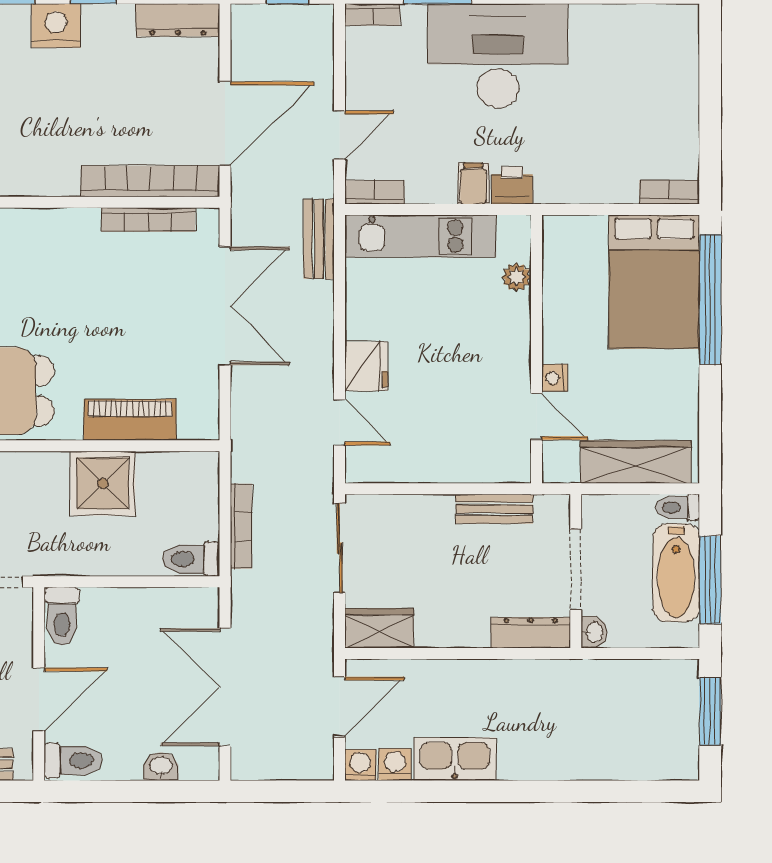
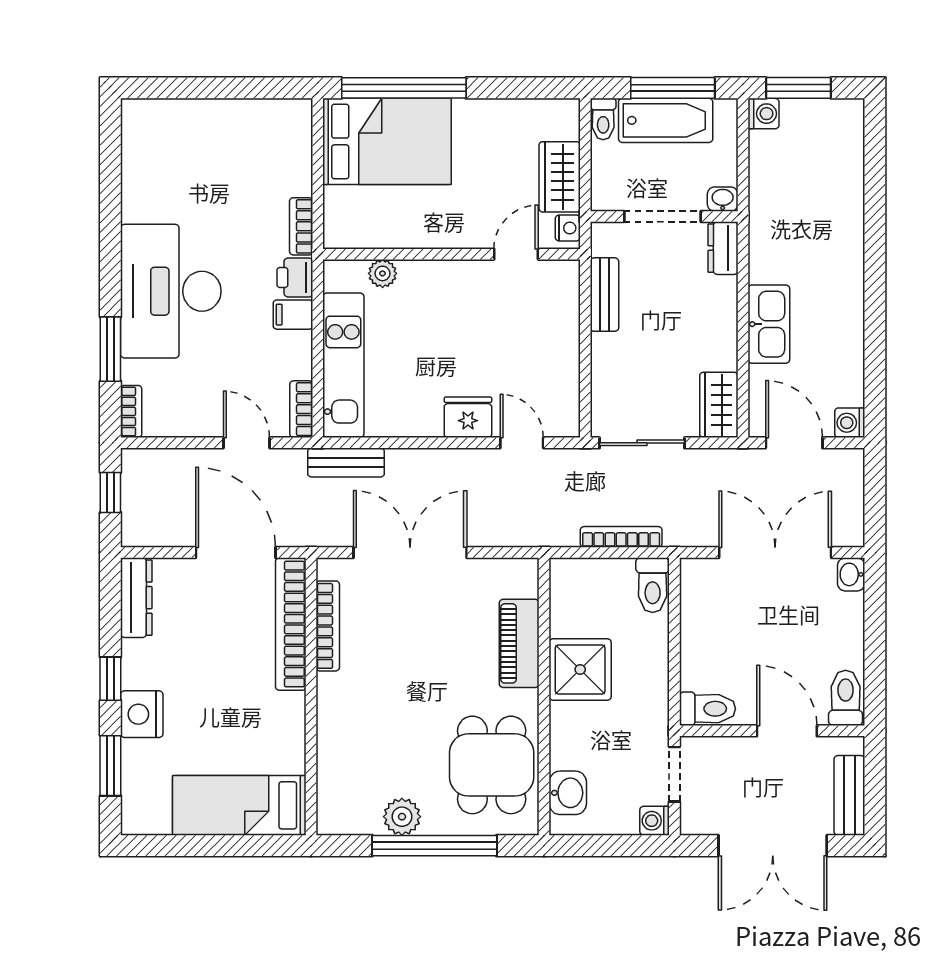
bookcase: (669, 192) -> (301, 226), moved
nightstand: (555, 378) -> (568, 228), moved, turned -90
door: (340, 422) -> (522, 443), hinge flipped
wardrobe: (636, 462) -> (560, 177), width x0.67
dresser: (531, 633) -> (723, 248), width x0.70
double door: (225, 687) -> (775, 552), swing flipped
kitchen sink: (455, 759) -> (769, 324), moved, turned 180
washing machine: (395, 764) -> (763, 114), moved, turned 180
washbasin: (161, 766) -> (851, 574), moved

